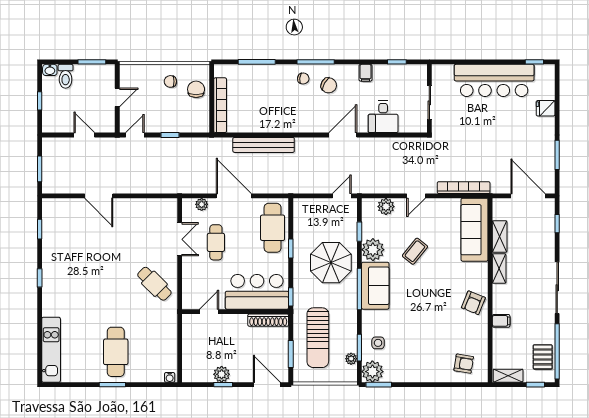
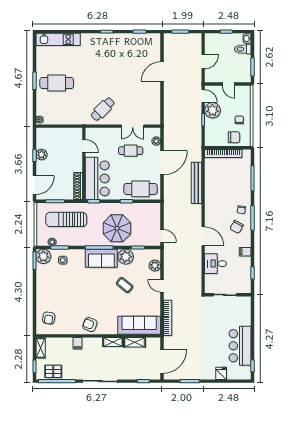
bar counter: (494, 80) -> (240, 346), width x0.73
plant: (156, 121) -> (212, 110), added

